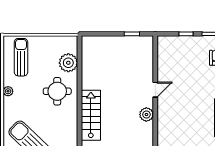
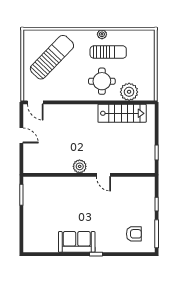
sun lounger: (21, 57) -> (108, 52), moved
stairs: (91, 115) -> (122, 113), moved

